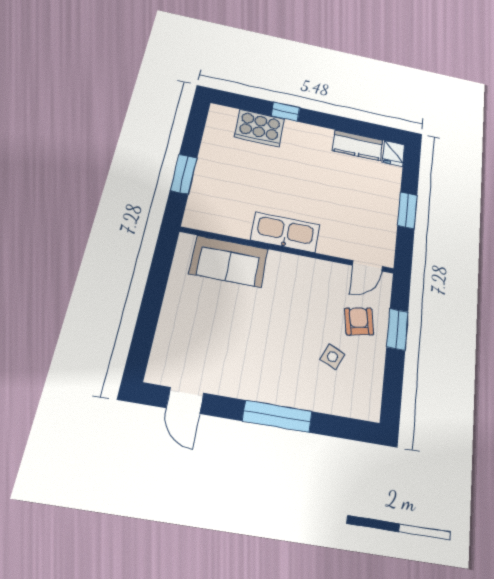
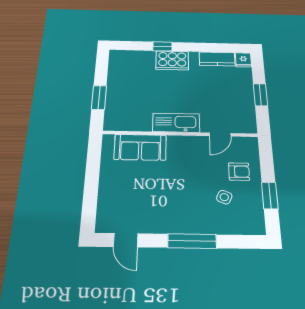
cooker: (259, 128) -> (172, 60), moved
door: (367, 266) -> (220, 135), moved
armchair: (359, 321) -> (239, 172), turned 101
window: (397, 329) -> (270, 196), moved

